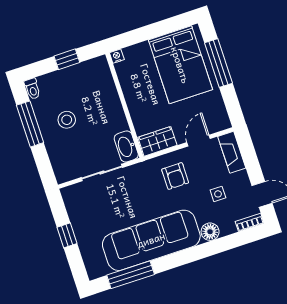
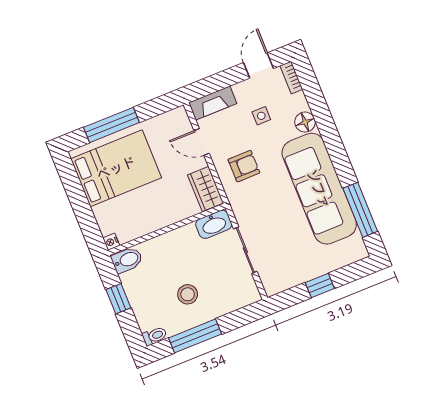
bidet: (100, 69) -> (127, 260), added

